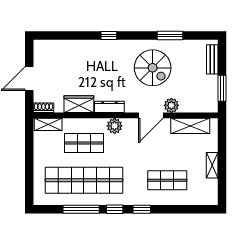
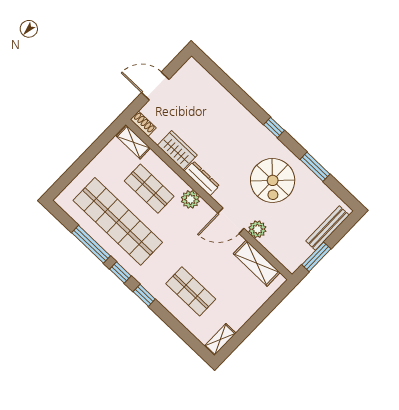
window: (109, 36) -> (274, 127), moved
bench: (212, 59) -> (327, 228), width x1.36
shelving: (212, 165) -> (220, 340), moved

